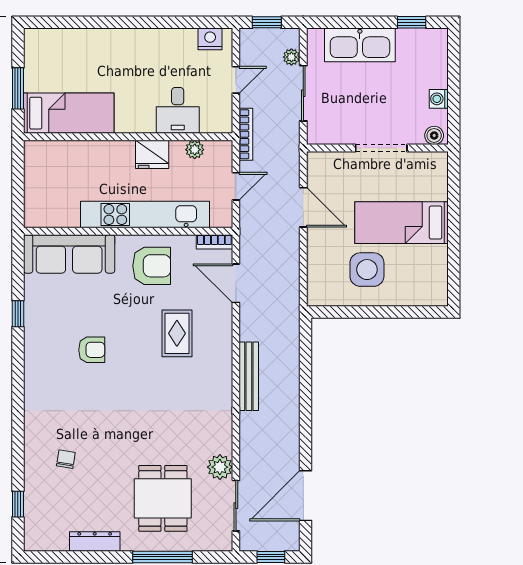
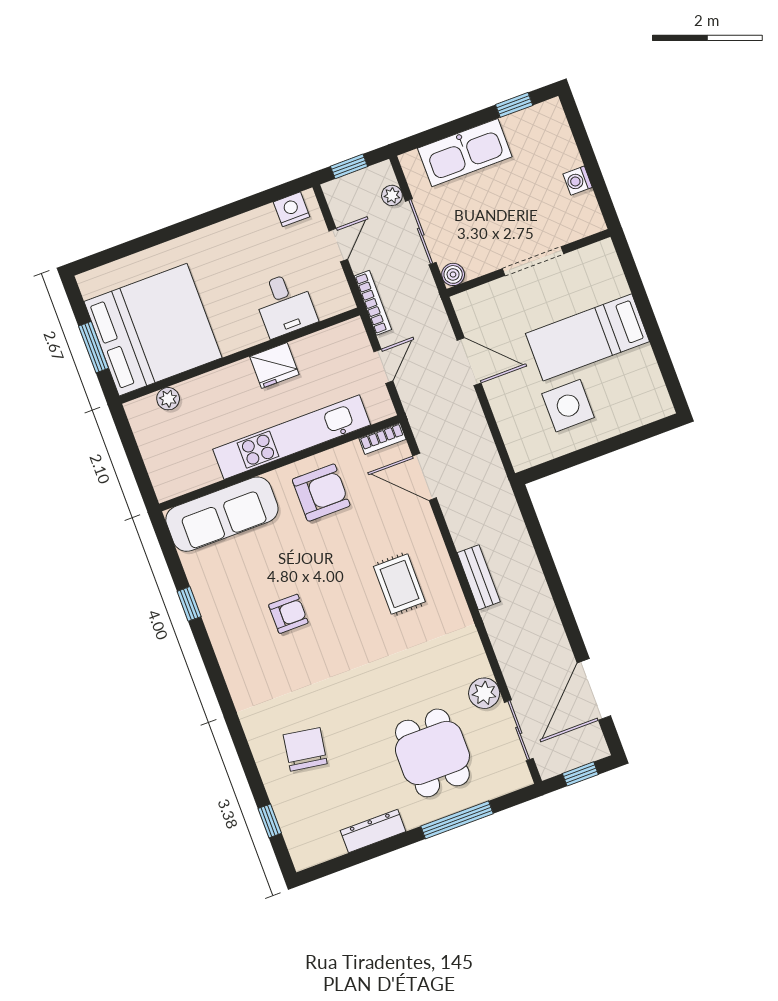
bed: (69, 113) -> (153, 330), width x2.04
boiler: (434, 135) -> (453, 274), moved
plant: (195, 150) -> (168, 399), moved
rug: (177, 333) -> (399, 584), moved
bench: (249, 376) -> (479, 577), width x0.73
chair: (66, 459) -> (305, 749), width x1.87, depth x1.87

